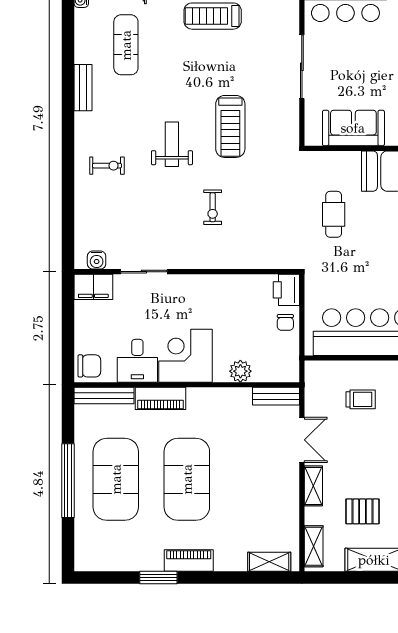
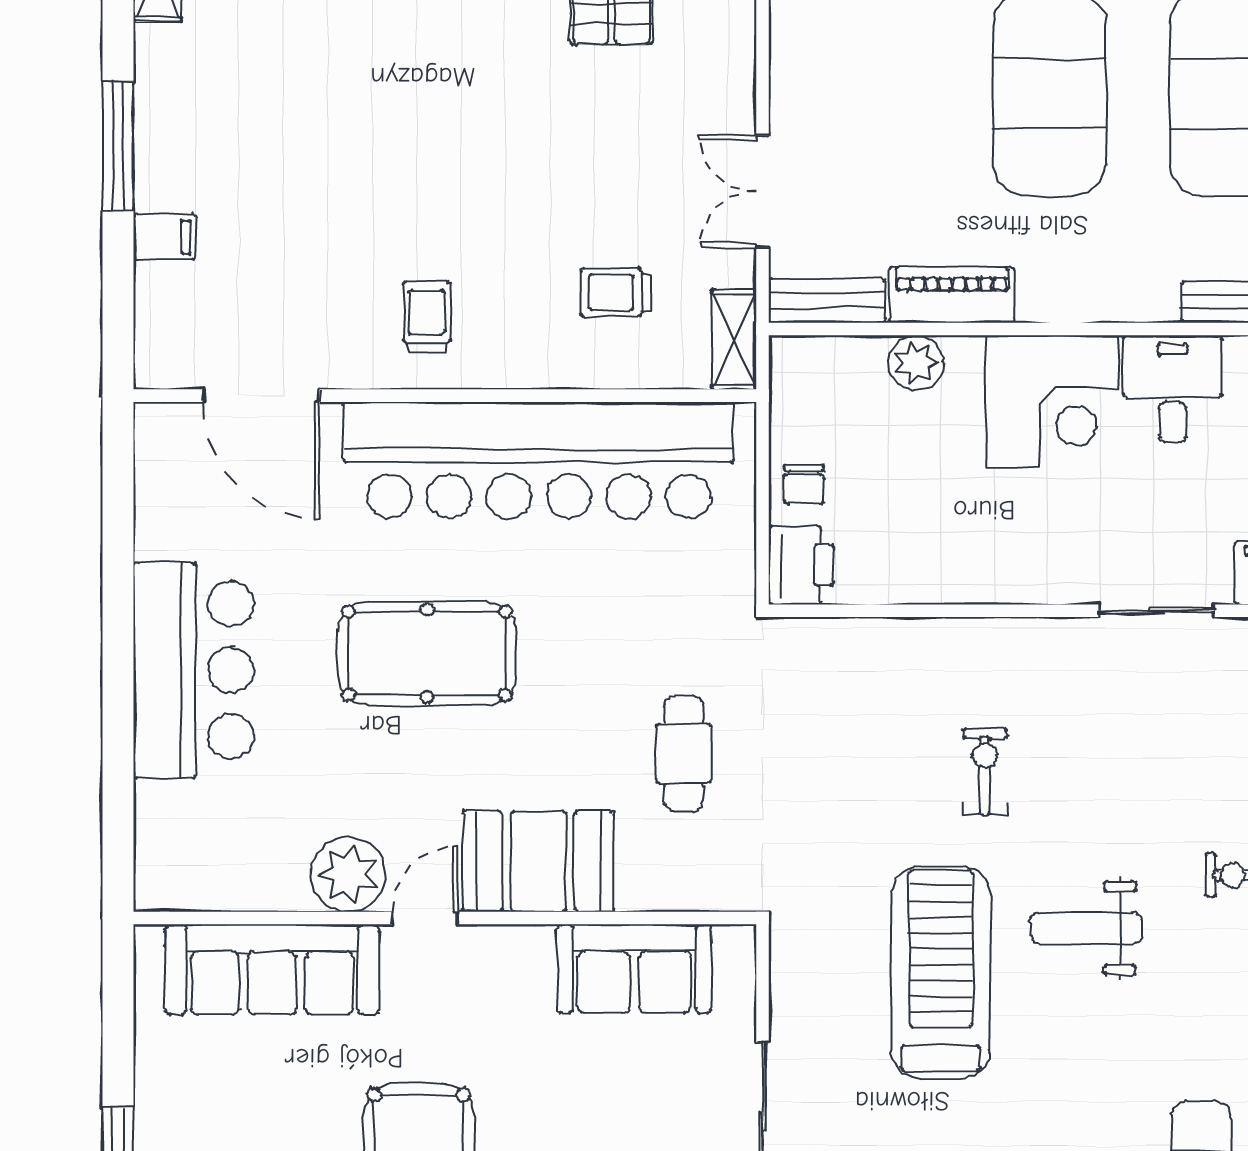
treadmill: (230, 126) -> (941, 973), width x1.37, depth x1.38
weight bench: (172, 144) -> (1086, 928), turned 90
chair: (285, 322) -> (804, 484), turned 180
piano: (161, 398) -> (952, 295), moved
shelving: (313, 486) -> (734, 340), moved

